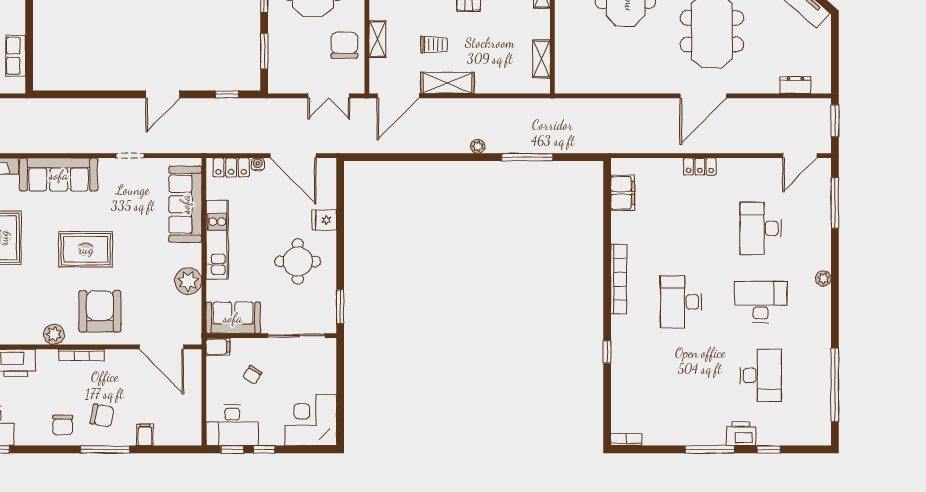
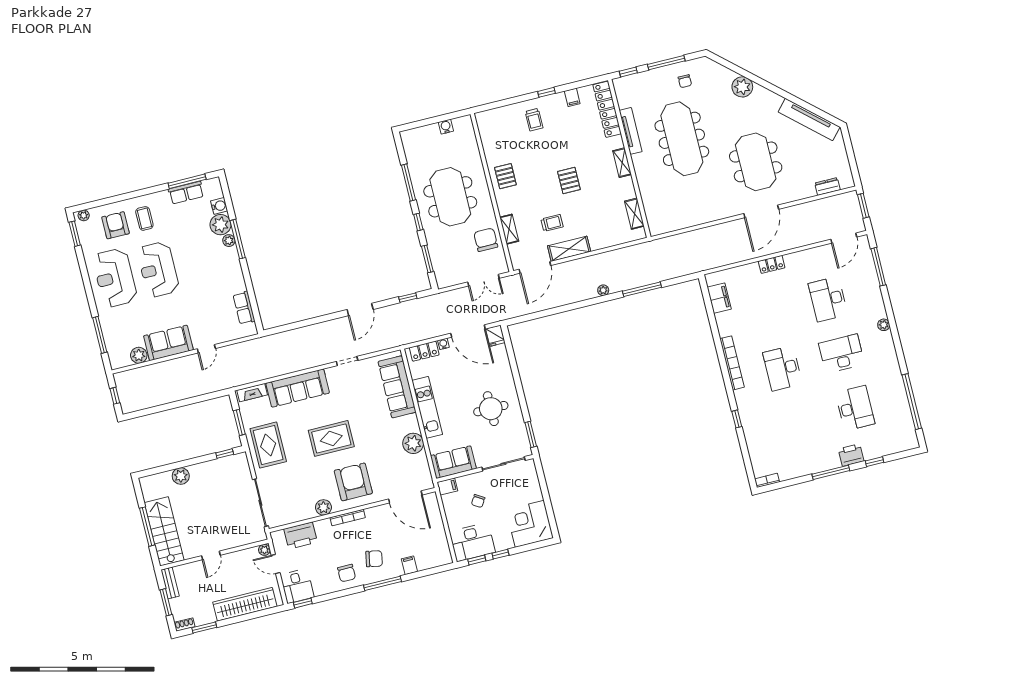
fridge: (324, 220) -> (495, 336), moved, turned -90

